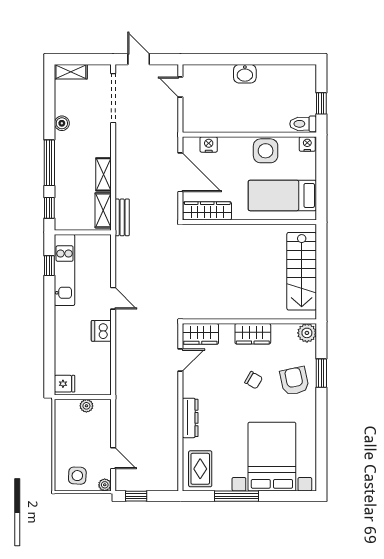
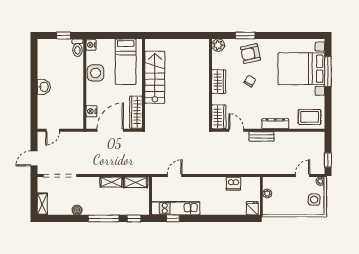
bench: (122, 217) -> (261, 136), moved
stairs: (302, 271) -> (155, 77), moved, turned -90
door: (113, 298) -> (175, 176), moved
dishwasher: (101, 331) -> (233, 184), moved
window: (237, 496) -> (328, 72), moved

